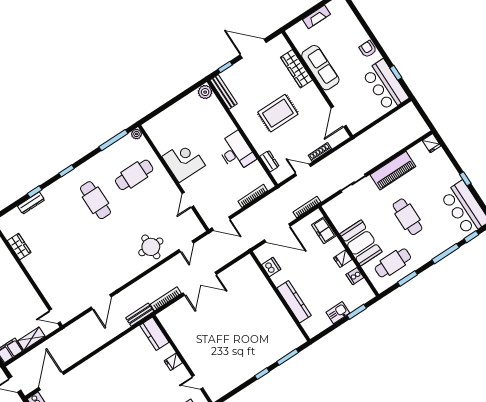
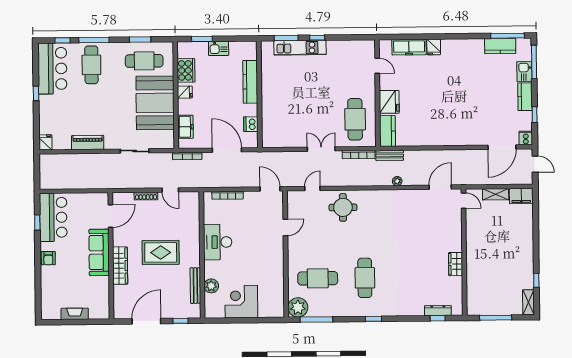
door: (253, 49) -> (146, 321), swing flipped
sofa: (320, 68) -> (99, 252), moved
wardrobe: (296, 69) -> (120, 266), moved
plant: (205, 92) -> (211, 286), moved
bench: (224, 92) -> (195, 286), moved
plant: (136, 134) -> (298, 307), width x1.88, depth x1.88
corner desk: (184, 161) -> (241, 302), moved, turned 90
dresser: (269, 161) -> (194, 216), removed
piano: (393, 171) -> (88, 142), width x0.73, depth x0.75
window: (35, 192) -> (438, 318), moved
dresser: (31, 203) -> (438, 311), moved
cafe table: (407, 217) -> (91, 65), moved
booth: (361, 243) -> (155, 103), width x1.36, depth x1.42
wardrobe: (19, 247) -> (456, 264), moved
cooker: (355, 276) -> (186, 70), width x1.87, depth x1.31
double door: (200, 284) -> (321, 149), width x0.73
plant: (120, 297) -> (397, 181), added
door: (101, 302) -> (440, 187), moved
cafe table: (187, 326) -> (355, 119), added
kitchen unit: (271, 356) -> (300, 48), added
fridge: (173, 362) -> (389, 102), width x1.88, depth x1.34

